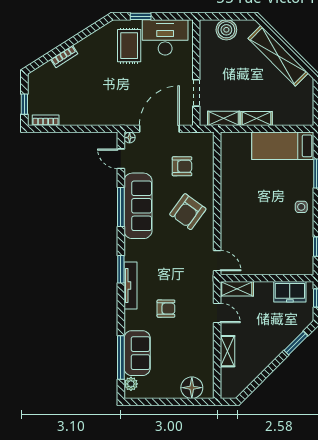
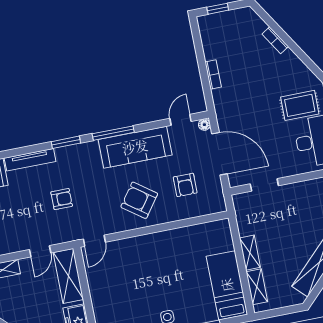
shelving: (224, 118) -> (257, 287), moved
bookcase: (46, 120) -> (213, 75), moved
window: (121, 207) -> (113, 133), moved
tv unit: (130, 286) -> (30, 160), moved
shelving: (237, 289) -> (68, 276), width x1.50, depth x1.33
armchair: (166, 309) -> (62, 199), moved, turned -90

